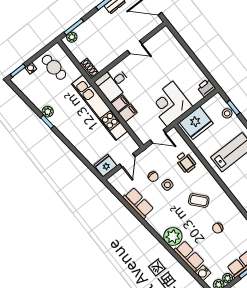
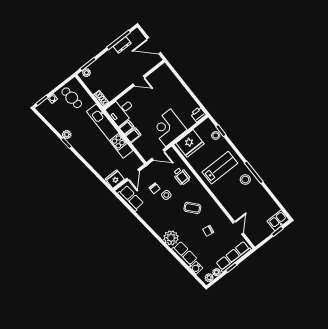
row of seats: (138, 203) -> (131, 198), moved

